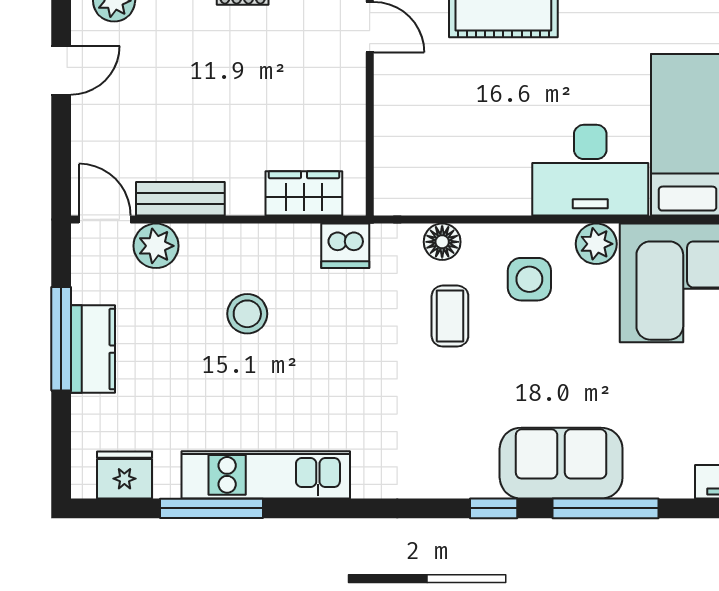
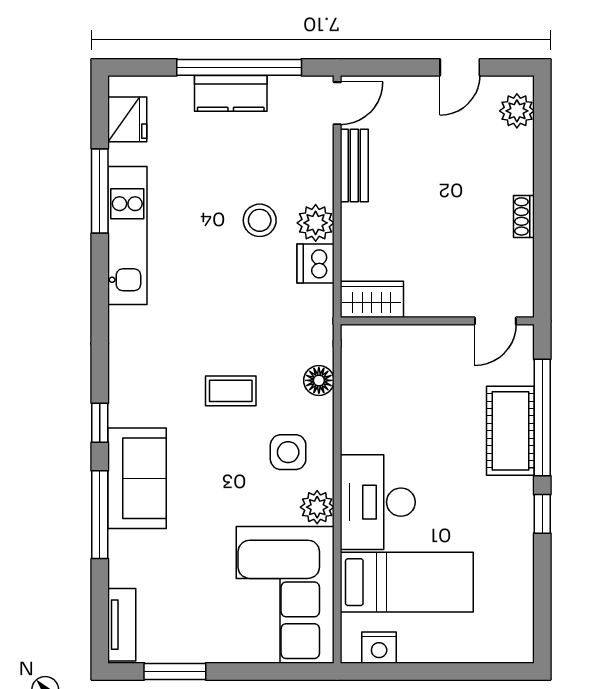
door: (61, 70) -> (460, 67), hinge flipped
wardrobe: (304, 193) -> (372, 299), moved, turned -90
plant: (156, 246) -> (316, 223), moved
dishwasher: (345, 246) -> (316, 264), moved
coffee table: (450, 316) -> (231, 391), moved
window: (61, 339) -> (239, 67), width x1.46

